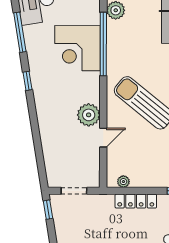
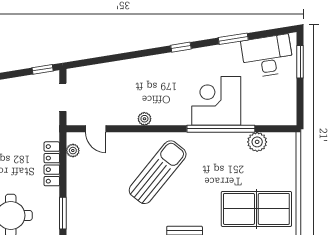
window: (20, 32) -> (233, 39), width x0.69
plant: (89, 115) -> (144, 119), width x0.53, depth x0.53
door: (103, 138) -> (96, 129), moved

